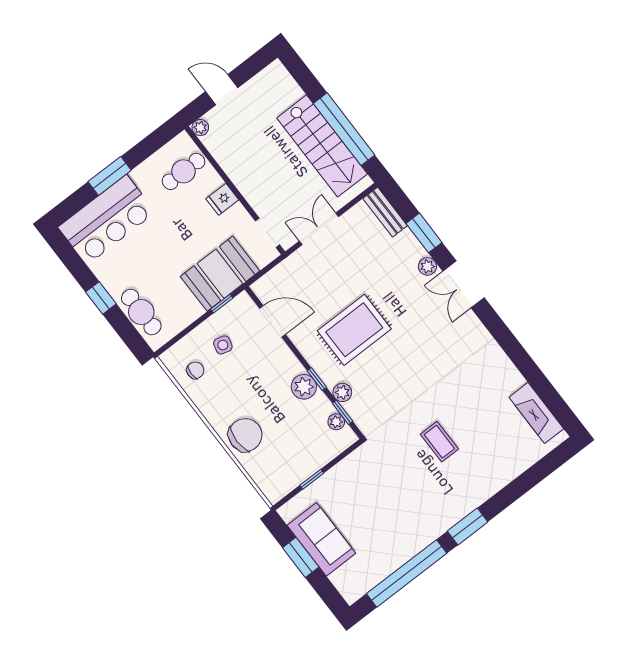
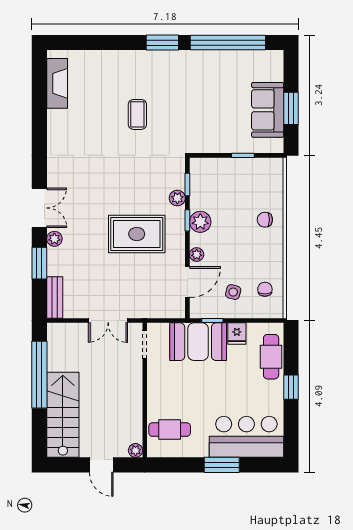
stairs: (322, 146) -> (63, 415), moved
fridge: (222, 199) -> (237, 334), moved, turned 90
door: (272, 321) -> (187, 282), swing flipped
chair: (195, 370) -> (265, 289), turned 90
plant: (336, 422) -> (197, 254), moved
chair: (245, 435) -> (265, 220), width x0.54, depth x0.54

